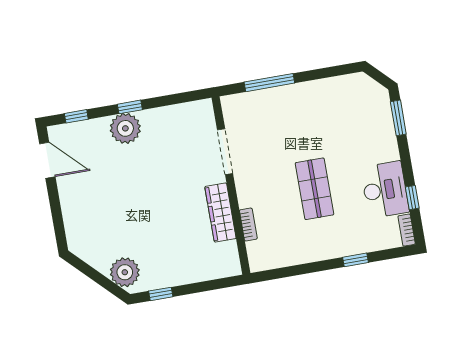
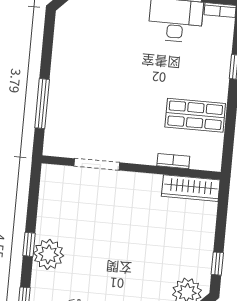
shop shelf: (314, 189) -> (195, 115), moved
wardrobe: (220, 213) -> (191, 188), moved

